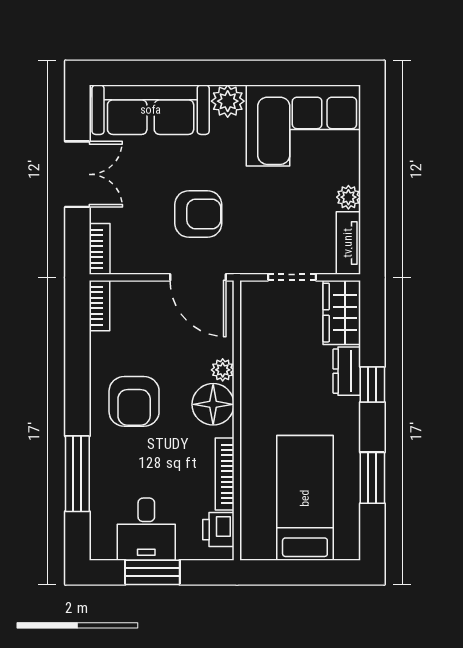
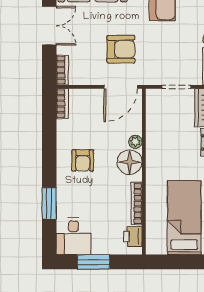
door: (198, 277) -> (121, 87), hinge flipped
armchair: (134, 401) -> (83, 160), width x0.72, depth x0.72
window: (77, 474) -> (49, 203), width x0.69
desk: (146, 529) -> (73, 236), moved

